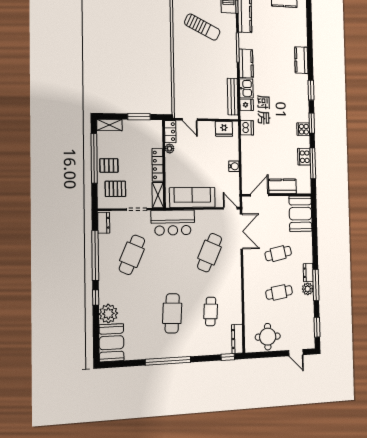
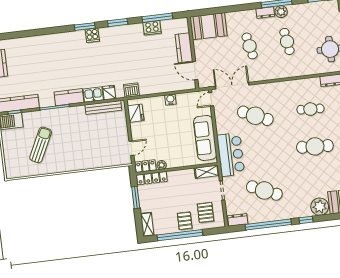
kitchen counter: (301, 60) -> (56, 40), removed
cooker: (303, 129) -> (92, 35), moved
locker: (158, 165) -> (152, 178), moved

